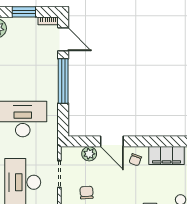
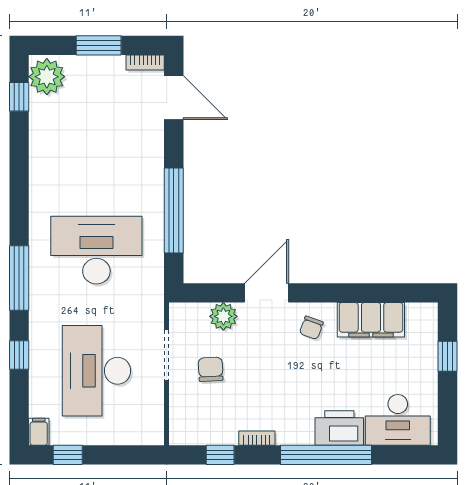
window: (63, 81) -> (174, 211), moved
door: (112, 141) -> (267, 293), swing flipped
chair: (87, 193) -> (211, 369), moved

